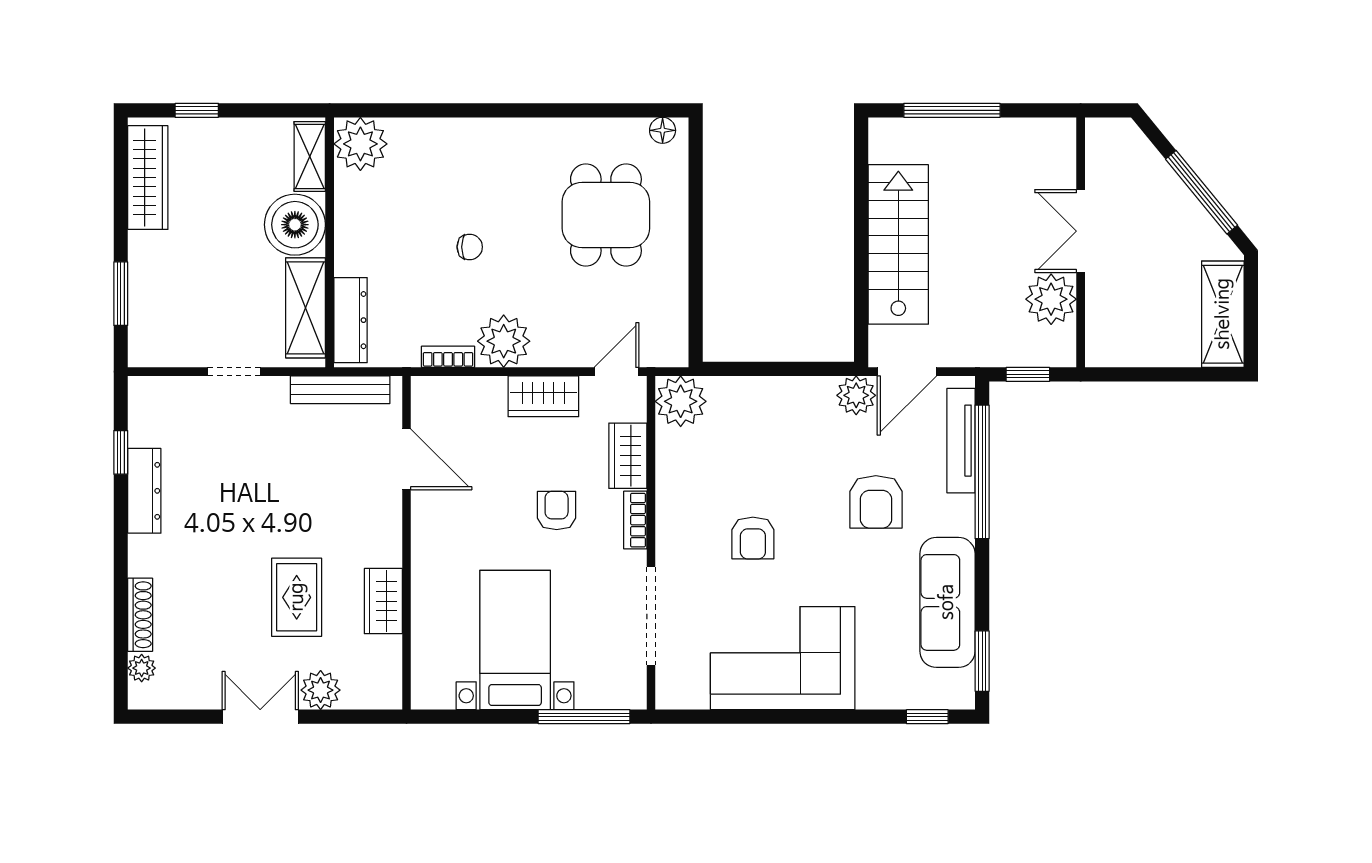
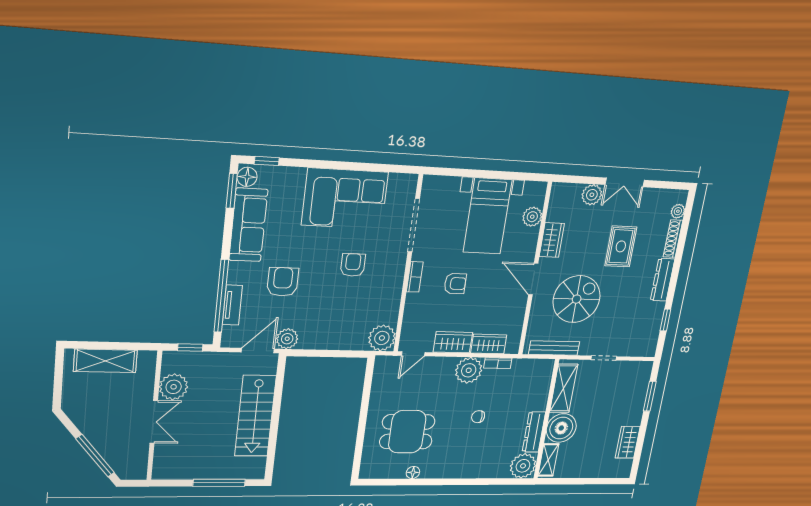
window: (197, 110) -> (597, 481), removed
floor lamp: (663, 130) -> (413, 472), moved
wardrobe: (148, 178) -> (628, 442), width x0.67
window: (1202, 192) -> (95, 456), moved
dining table: (606, 215) -> (407, 432), turned 90
shelving: (1223, 314) -> (105, 361), moved, turned 90
dresser: (350, 320) -> (534, 432), moved
tv unit: (961, 441) -> (232, 305), width x0.71
wardrobe: (628, 456) -> (489, 344), moved, turned -90
door: (406, 459) -> (533, 279), moved
spiral stairs: (313, 489) -> (577, 299), added
dresser: (144, 491) -> (663, 280), moved
armchair: (557, 510) -> (455, 283), turned -90
rug: (297, 597) -> (621, 246), moved
plant: (429, 643) -> (532, 217), added
floor lamp: (958, 687) -> (247, 177), added
window: (584, 717) -> (458, 172), removed

